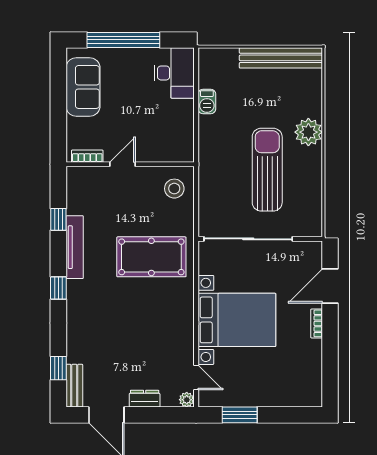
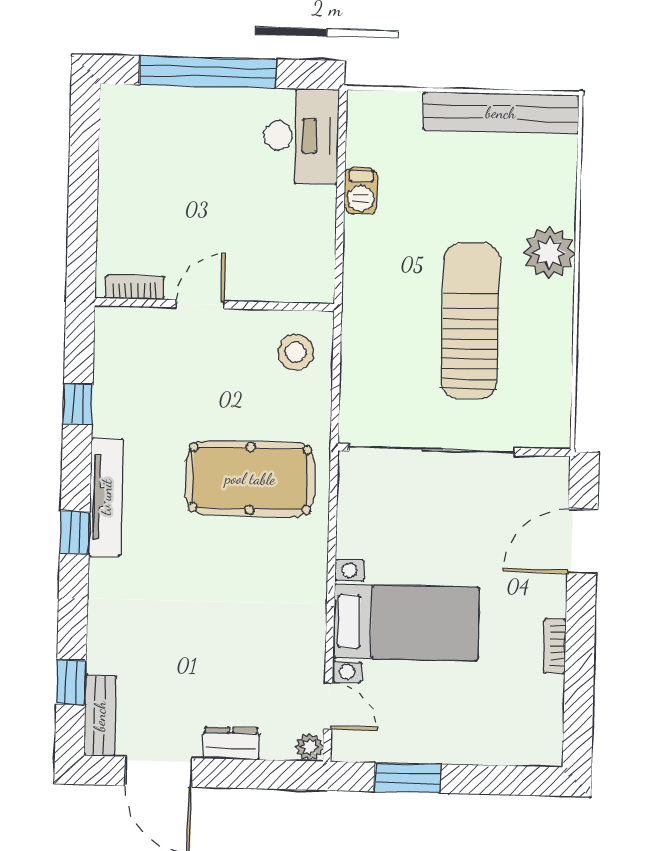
sofa: (83, 87) -> (130, 158), removed
tv unit: (75, 247) -> (106, 497), moved
bed with nightstands: (237, 320) -> (406, 622), width x0.73
bookcase: (317, 323) -> (555, 646), moved

